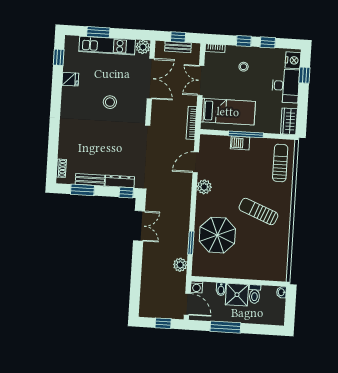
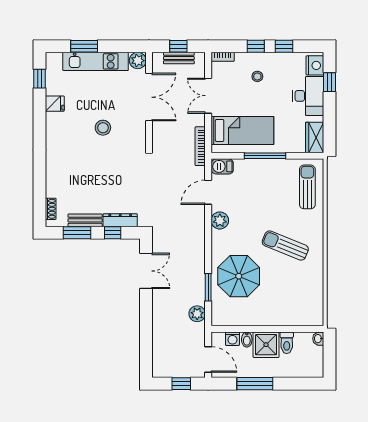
barbecue: (240, 143) -> (222, 166), moved
window: (126, 193) -> (113, 233), moved
washing machine: (197, 287) -> (232, 339), moved

